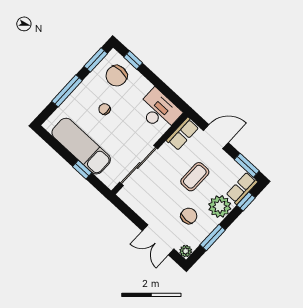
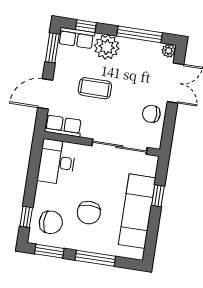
chair: (105, 109) -> (89, 213), width x1.87, depth x1.87
door: (216, 137) -> (45, 94), hinge flipped
chair: (189, 216) -> (151, 114), moved
window: (213, 237) -> (139, 34), width x1.44

